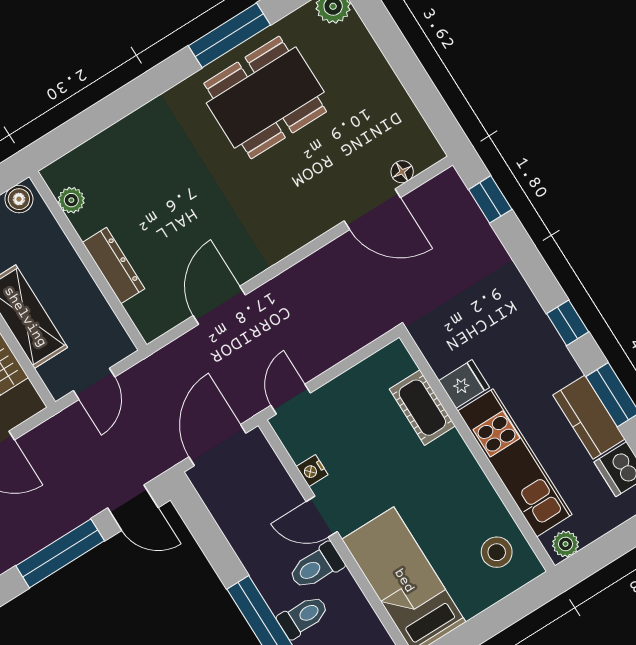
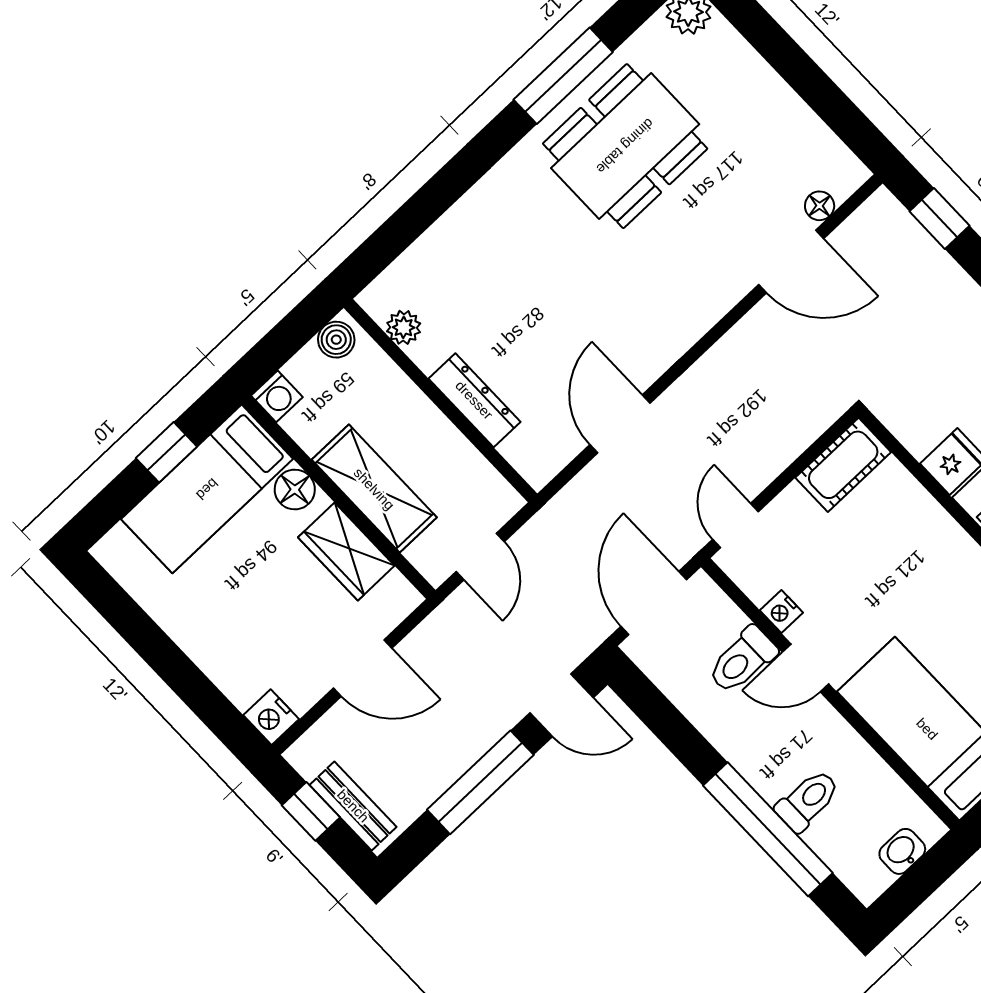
cot: (422, 408) -> (843, 465), moved, turned 90
toilet: (316, 566) -> (742, 660), moved

